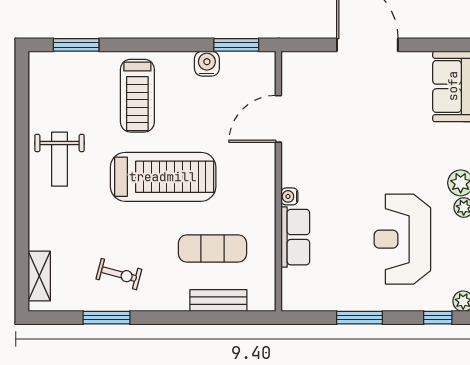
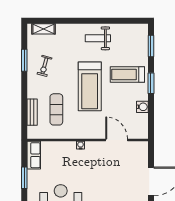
window: (236, 45) -> (151, 83), moved
row of seats: (295, 237) -> (34, 155), moved, turned -90

